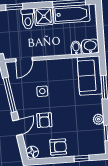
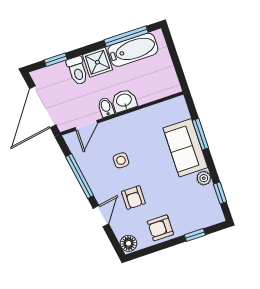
washbasin: (90, 46) -> (124, 101), moved
bidet: (76, 48) -> (106, 107), moved
sofa: (90, 76) -> (185, 148), moved
armchair: (58, 147) -> (160, 228), turned 180

